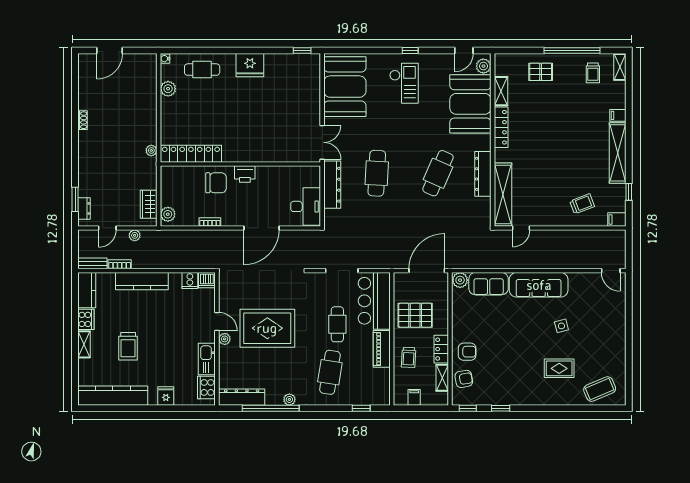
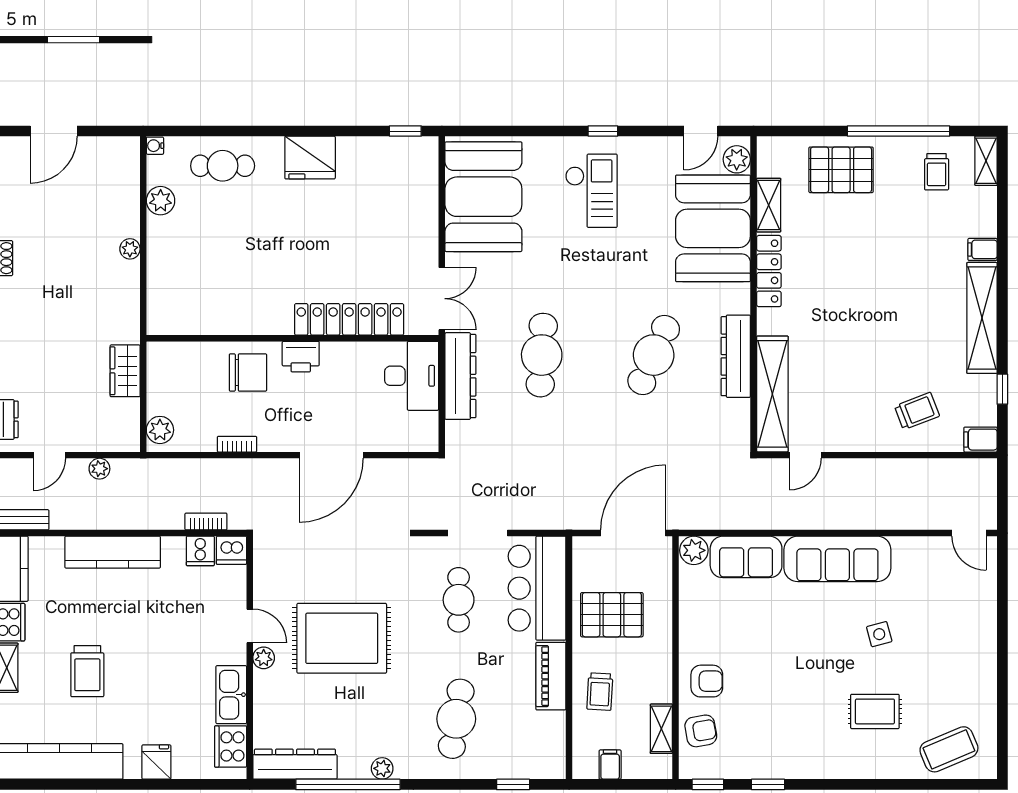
pallet: (541, 72) -> (841, 170), width x1.50, depth x1.42
plant: (151, 150) -> (130, 249), moved
locker: (191, 154) -> (349, 319), moved
wardrobe: (149, 204) -> (125, 371), moved
desk: (306, 206) -> (412, 376), moved
bookcase: (120, 264) -> (206, 522), moved
cafe table: (337, 324) -> (459, 600), moved
locker: (441, 349) -> (659, 676), removed

